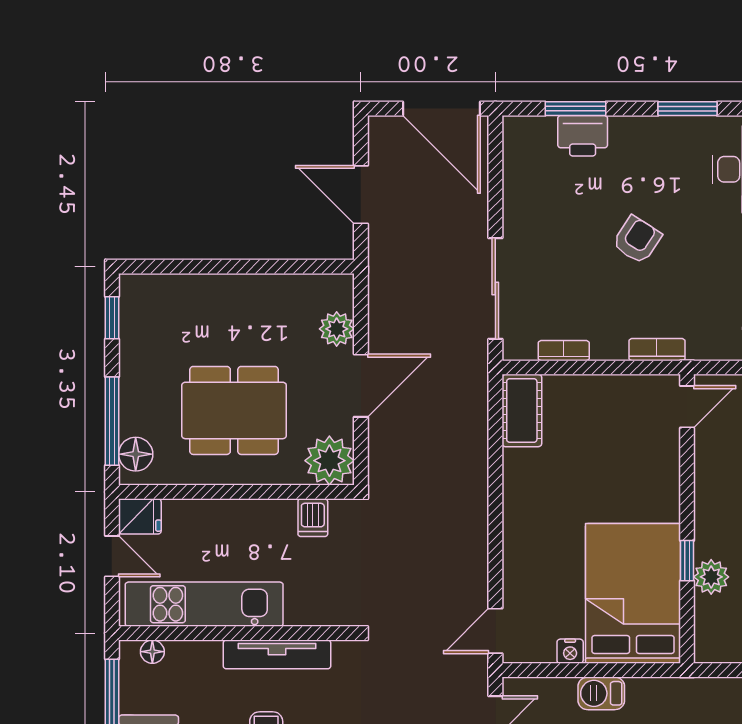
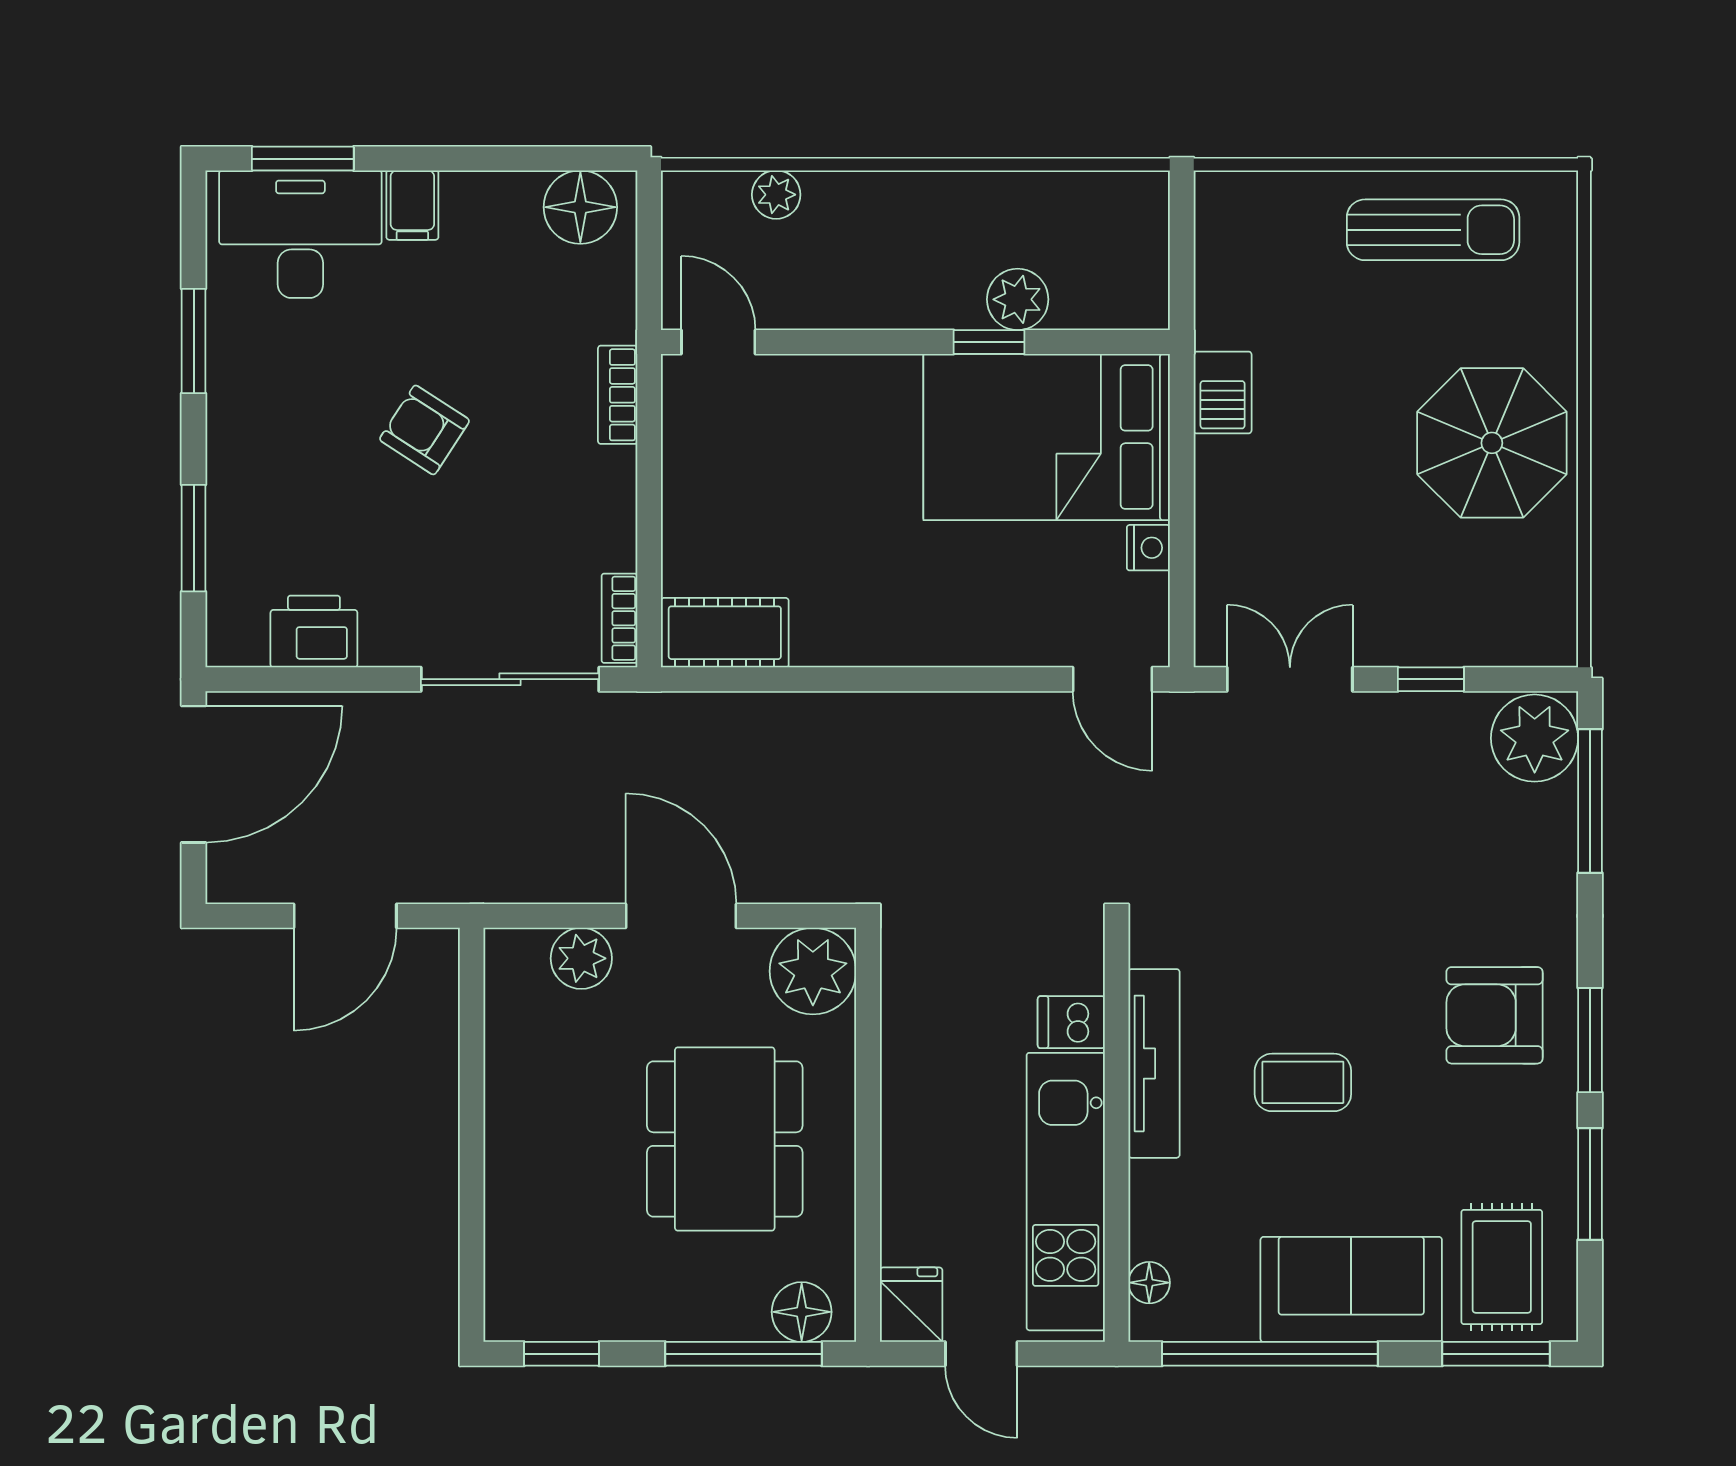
printer: (583, 136) -> (314, 631), moved, turned -90
bookcase: (564, 351) -> (619, 618), moved
dishwasher: (313, 518) -> (1071, 1022), moved, turned 180
door: (112, 556) -> (981, 1354), swing flipped
barbecue: (601, 693) -> (1223, 392), moved

